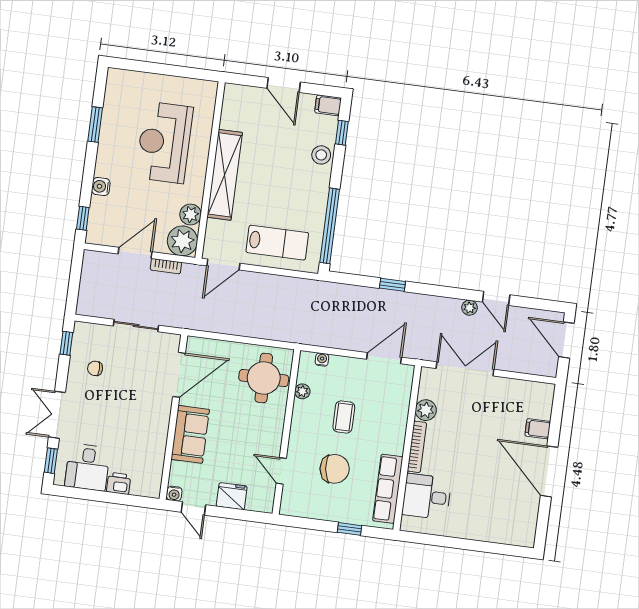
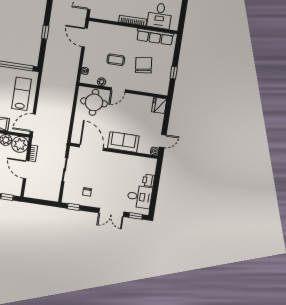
door: (223, 265) -> (33, 123), swing flipped
plant: (426, 410) -> (113, 15), removed
door: (281, 471) -> (118, 90), moved
fridge: (232, 496) -> (159, 105), moved
window: (350, 529) -> (174, 73), moved

